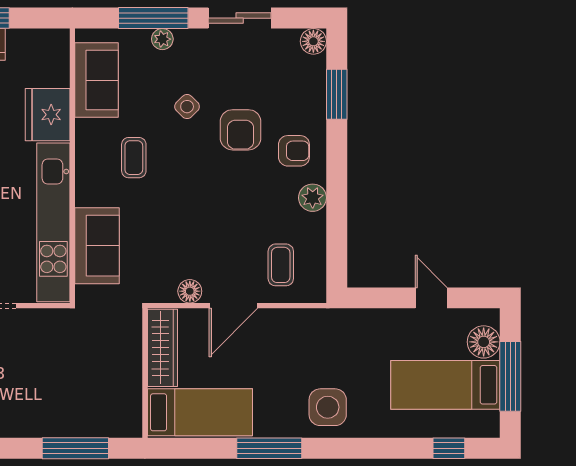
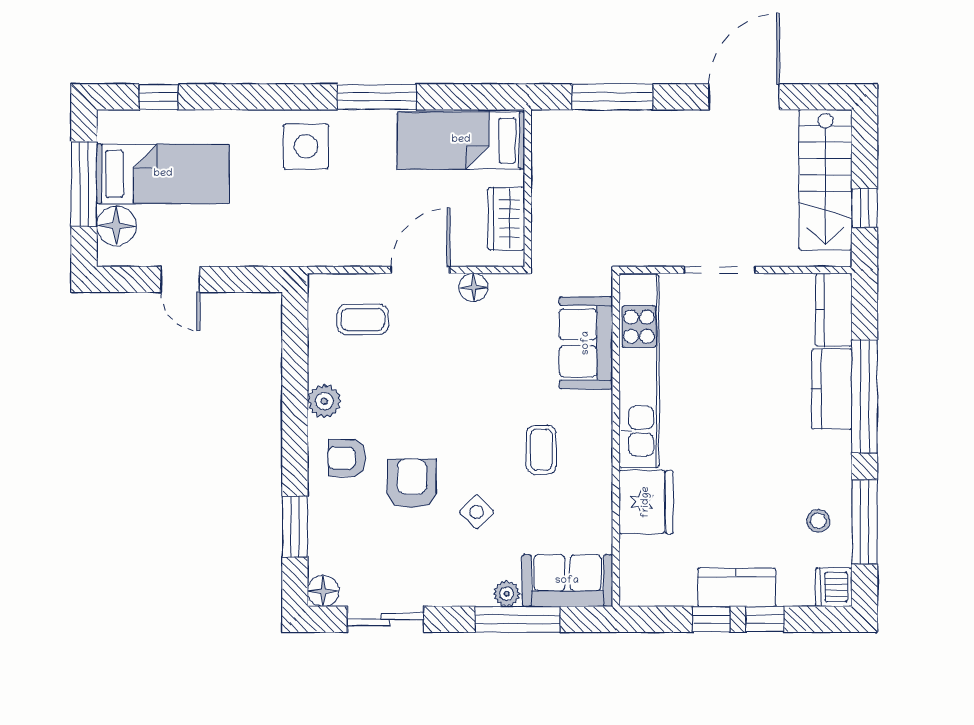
sliding door: (240, 18) -> (386, 619), moved
sofa: (97, 80) -> (567, 581), moved, turned 90
coffee table: (281, 265) -> (363, 319), turned 90
wardrobe: (163, 348) -> (506, 219), width x0.67

